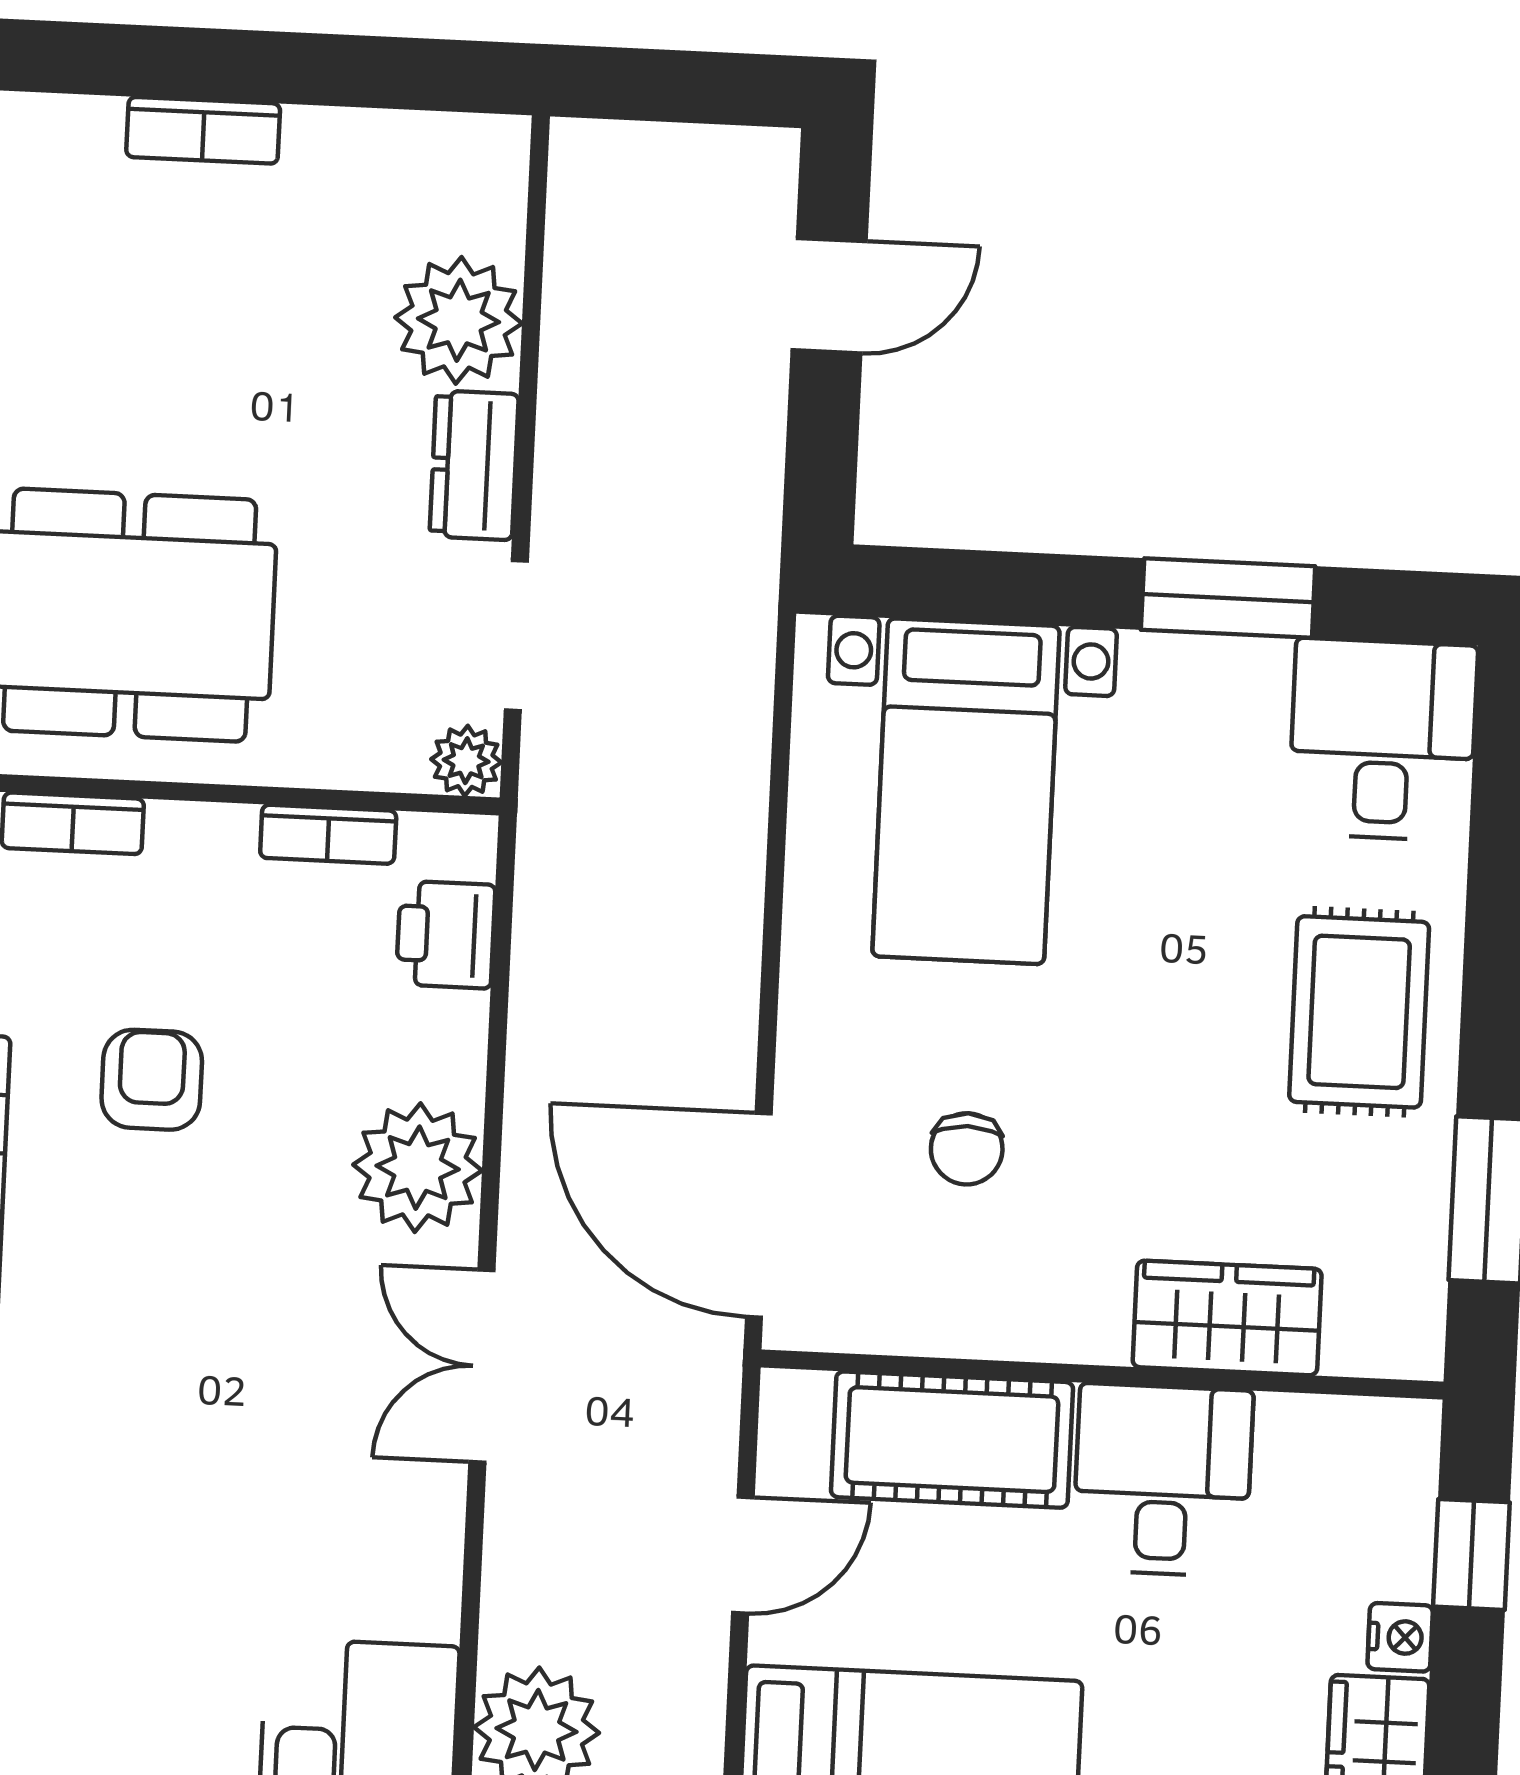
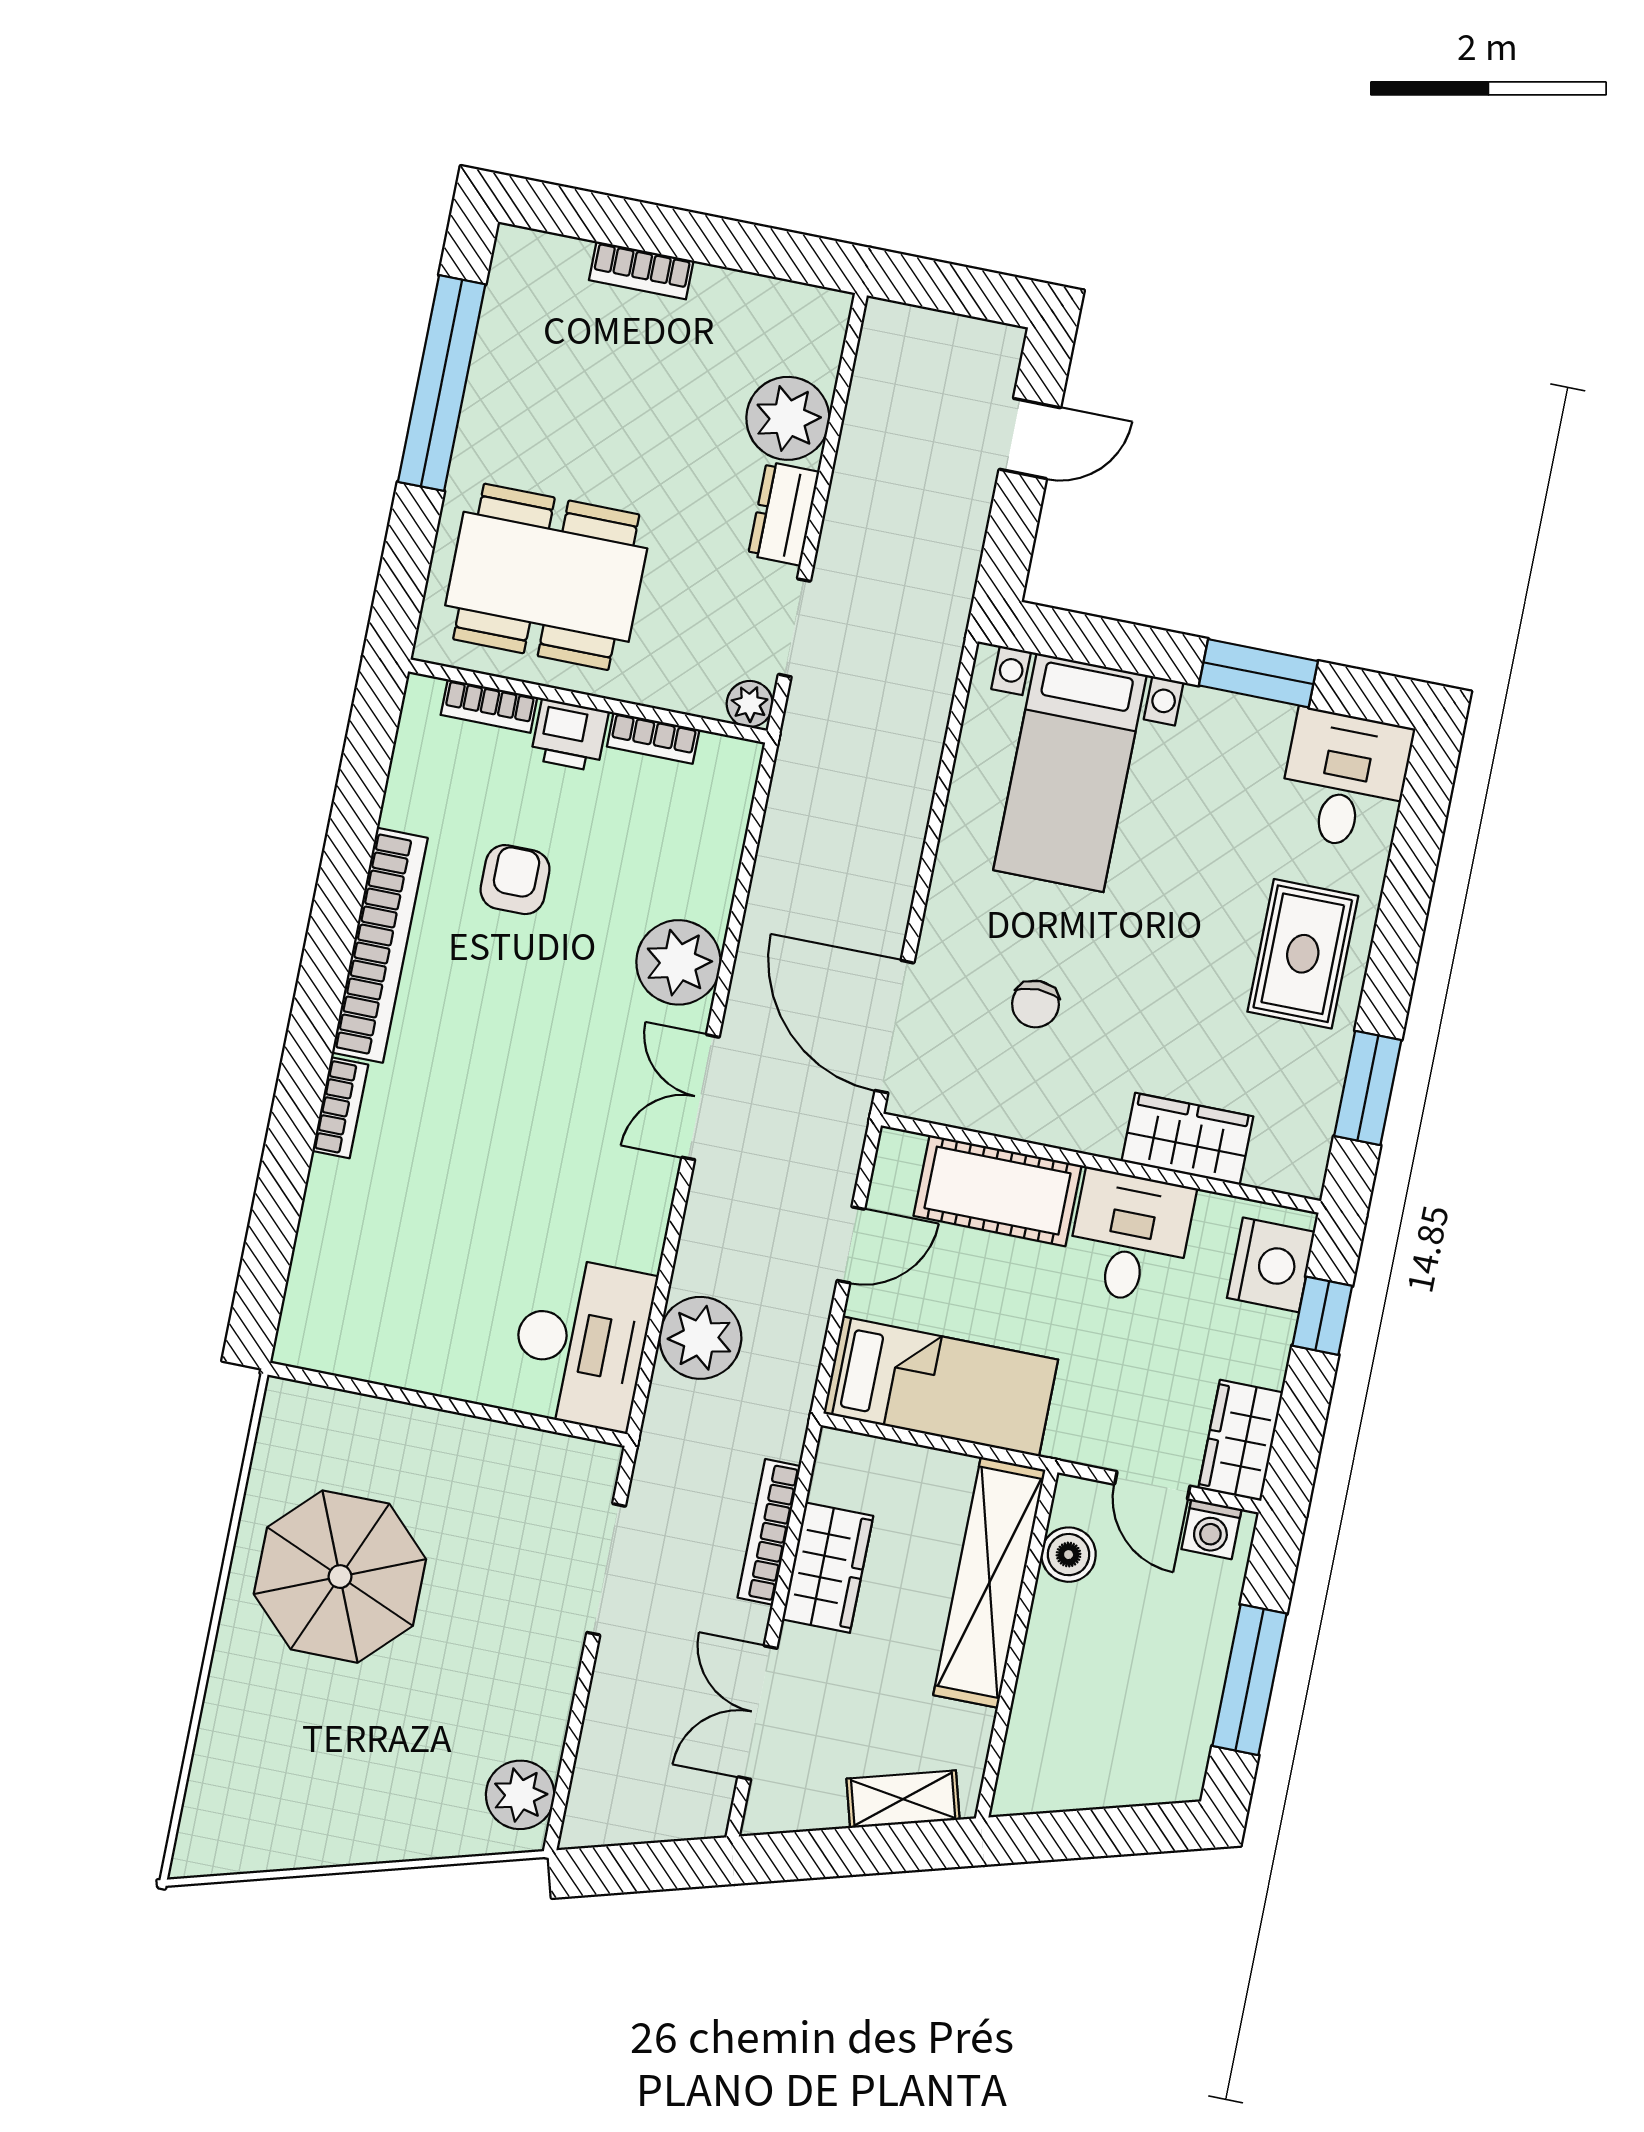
printer: (446, 935) -> (569, 735), moved, turned -90
nightstand: (1400, 1637) -> (1271, 1265), moved, width x1.89, depth x1.79

